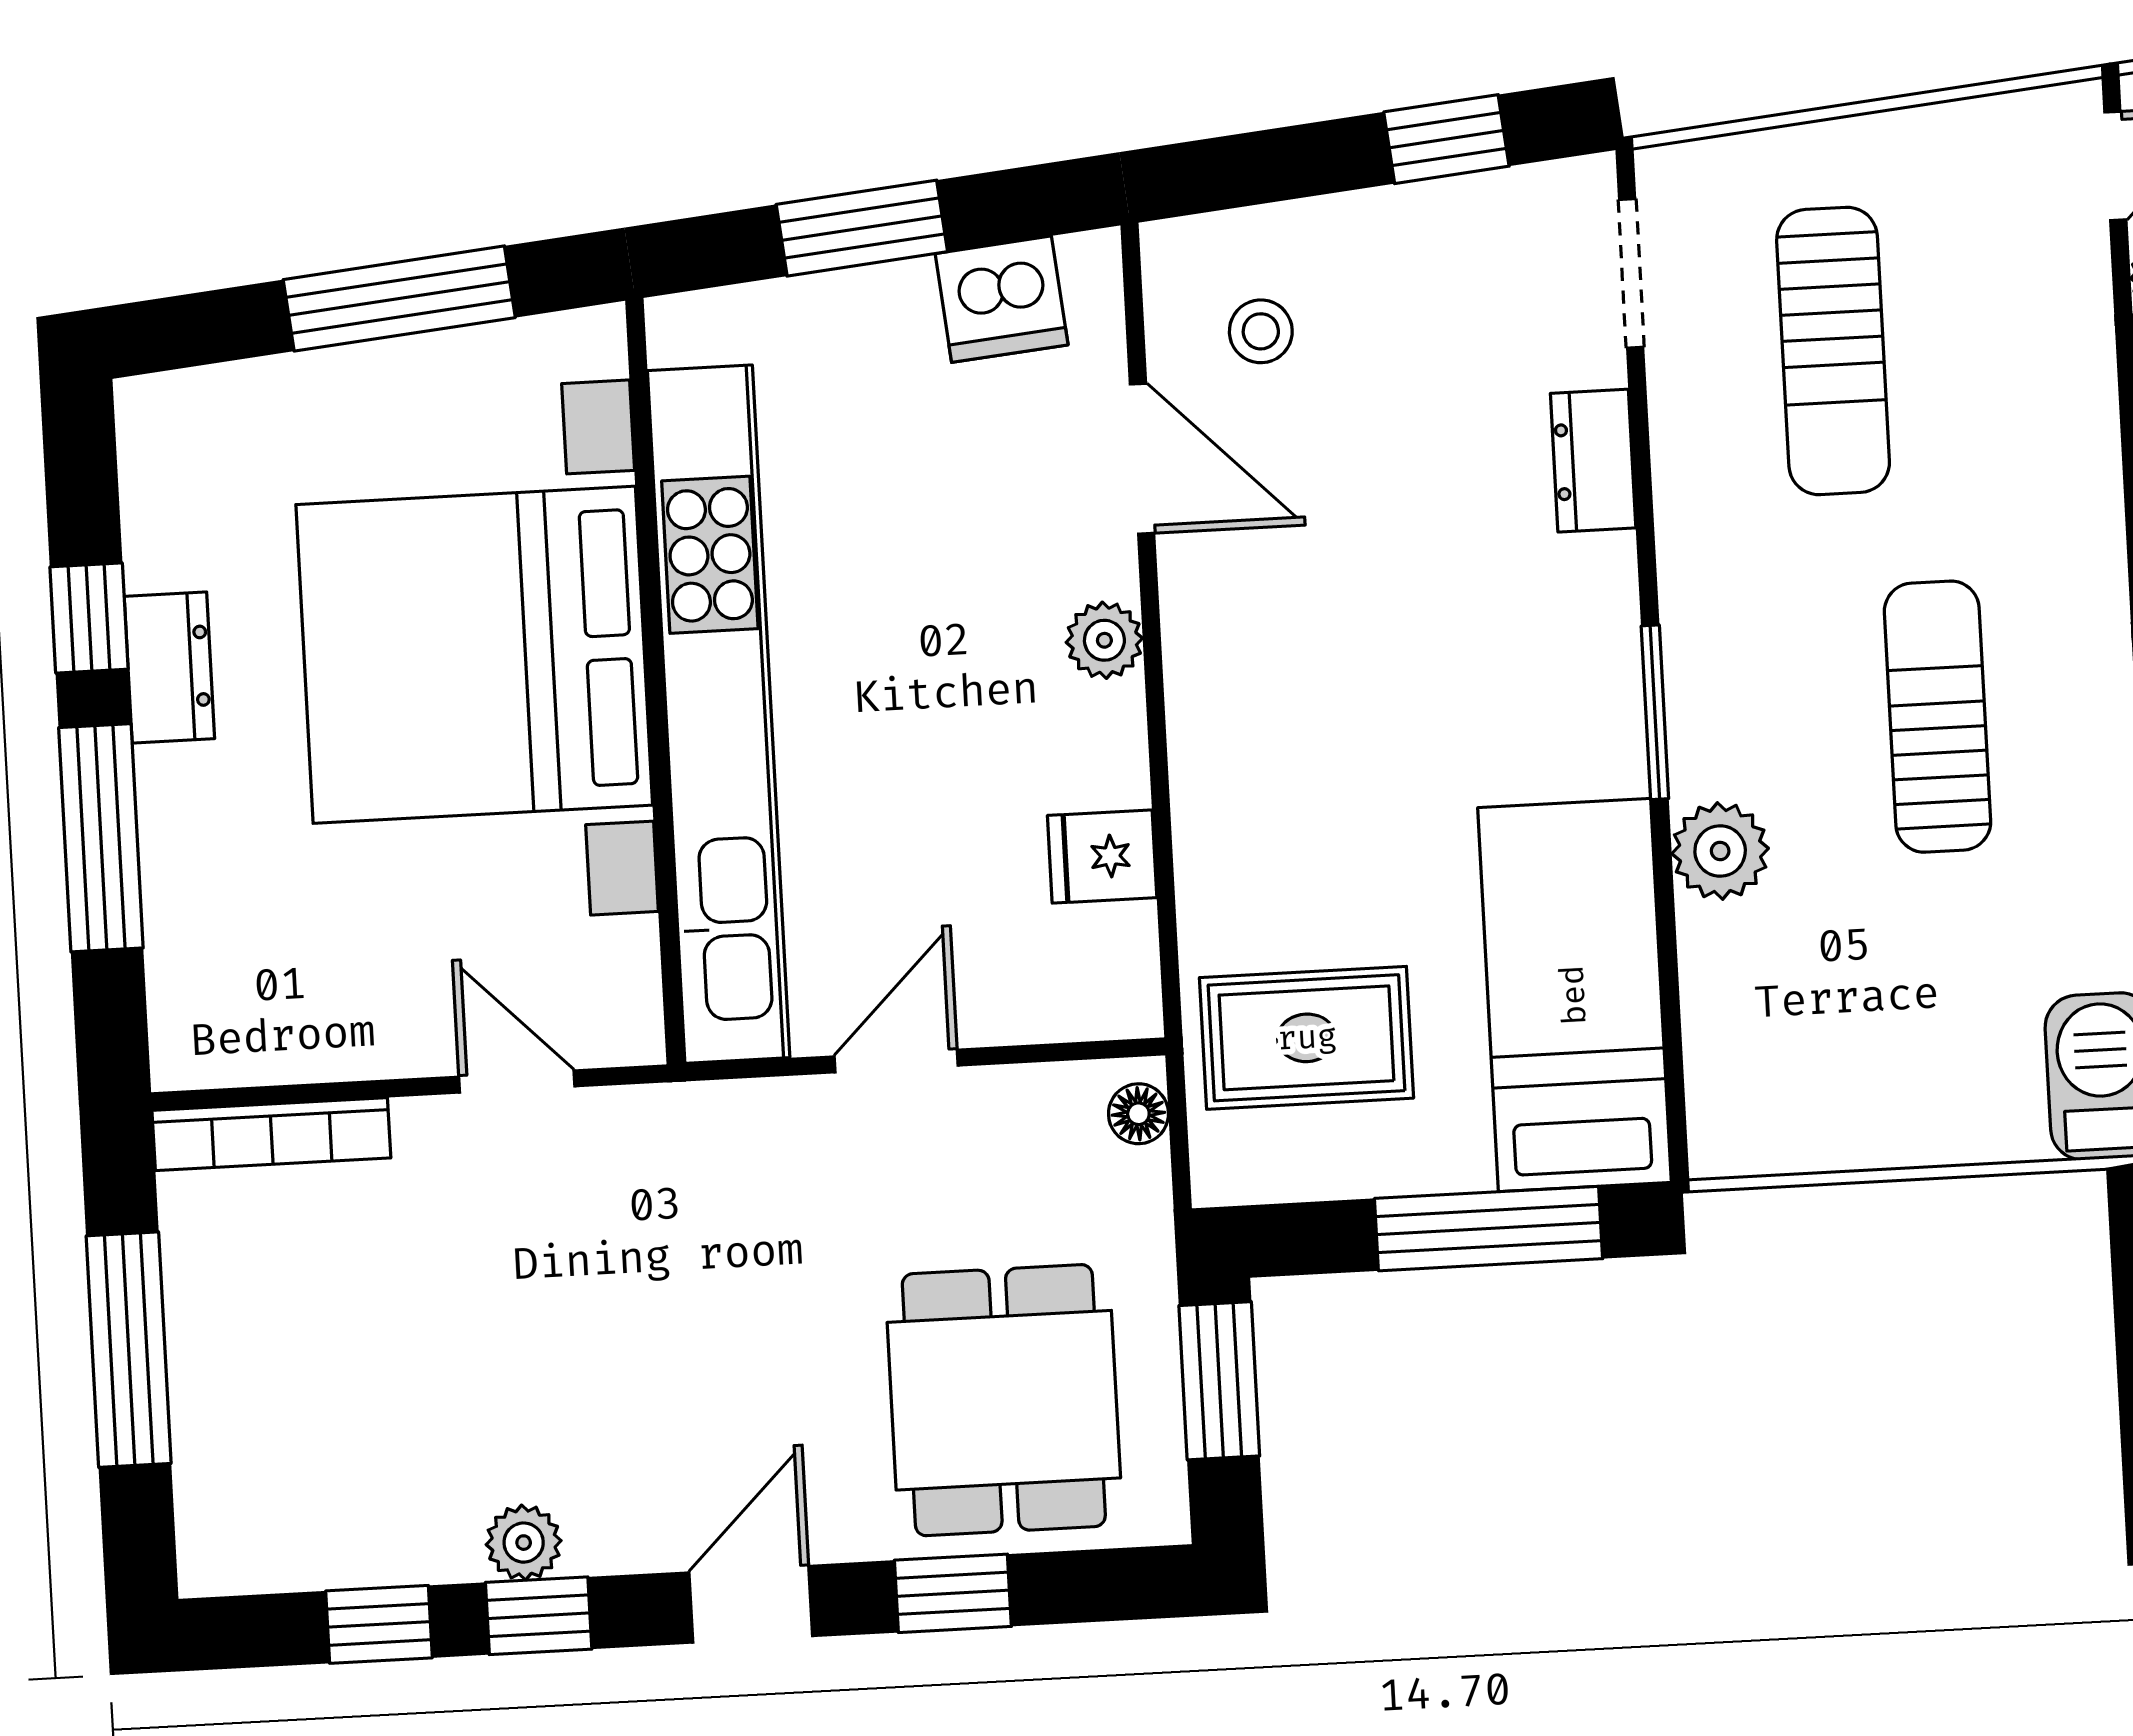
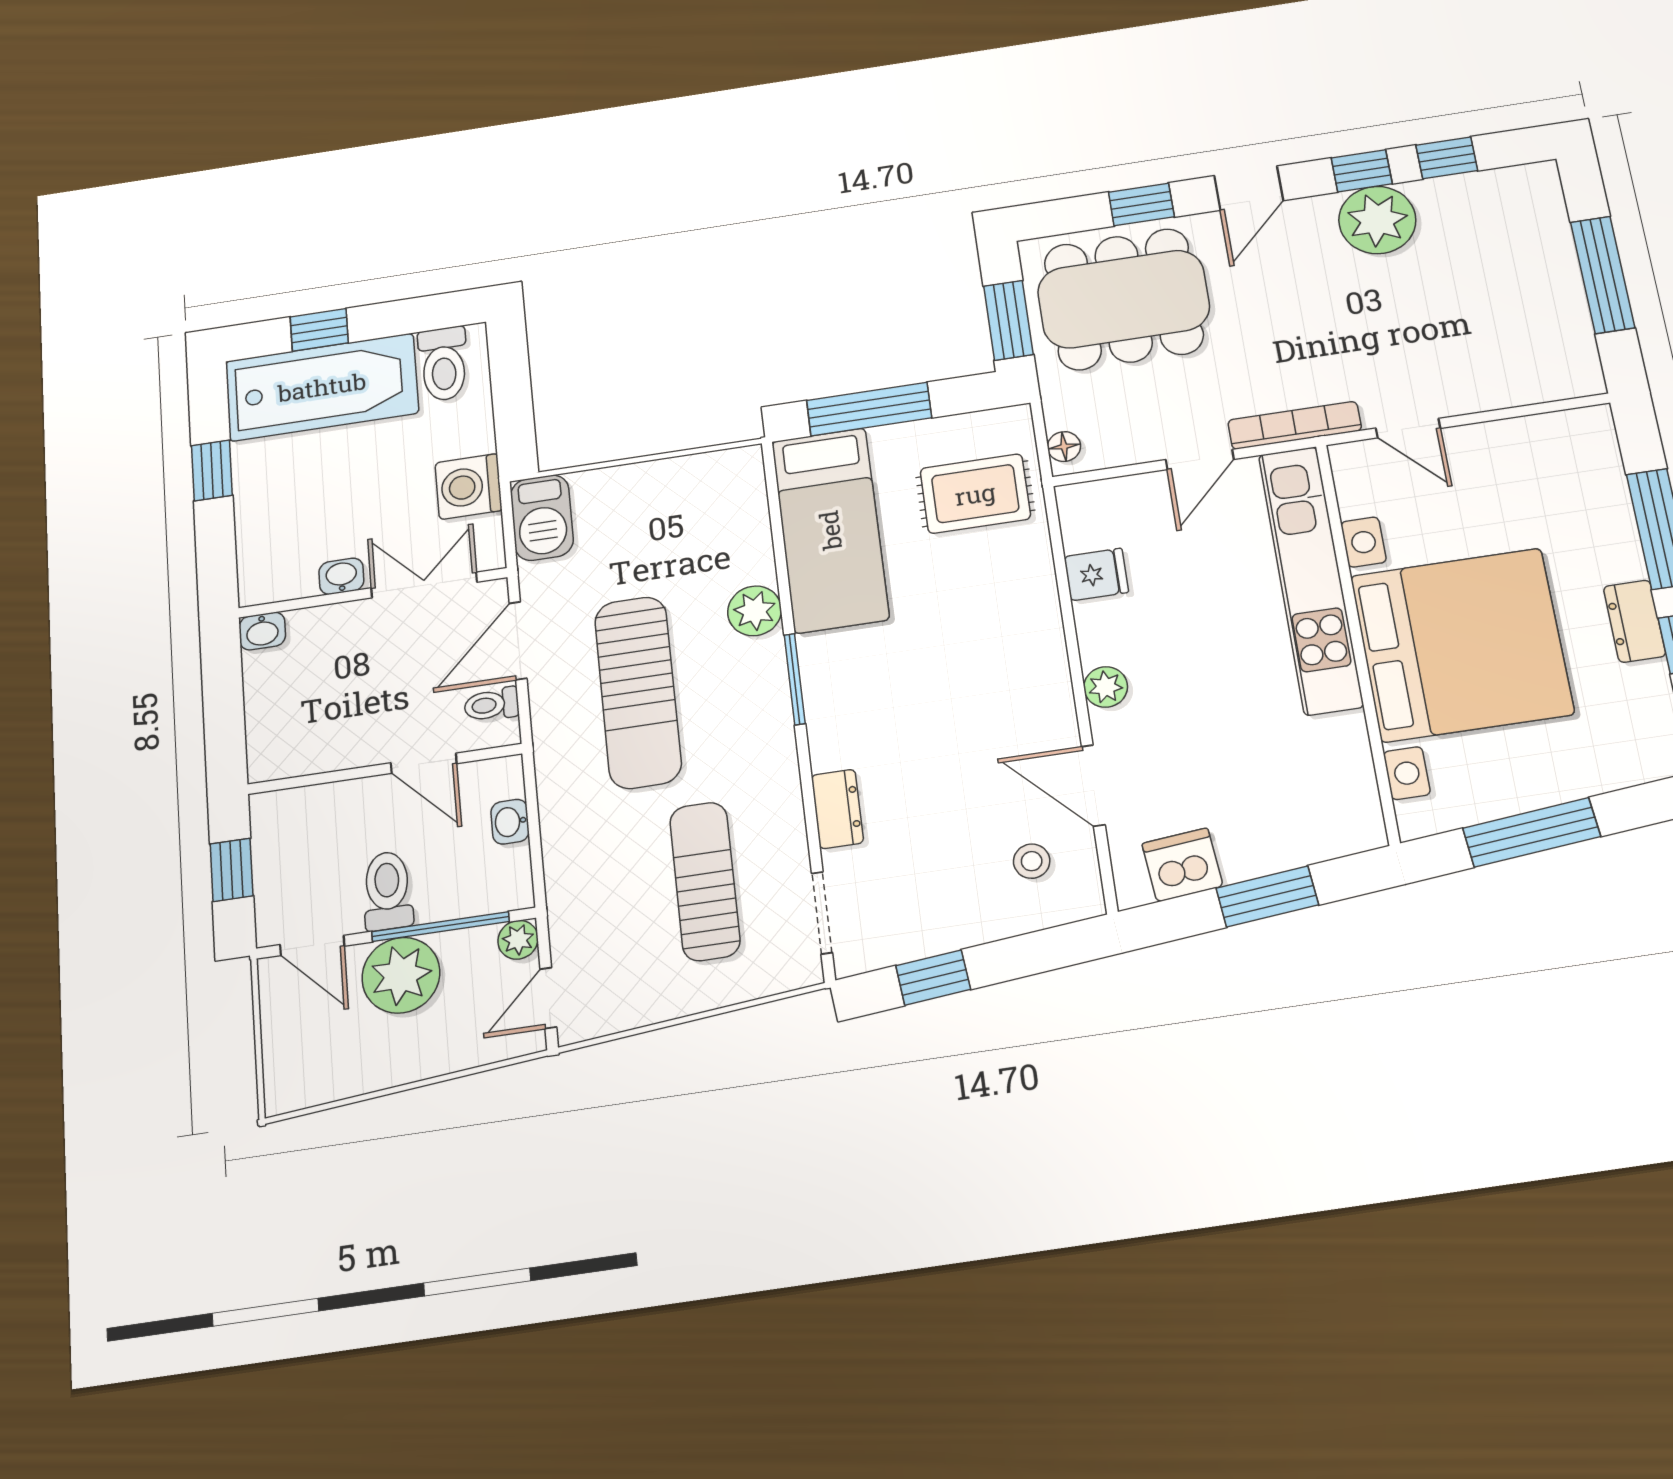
kitchen unit: (719, 714) -> (1310, 579), width x0.73
sun lounger: (1938, 717) -> (638, 692), width x1.36, depth x1.34
bookcase: (271, 1134) -> (1295, 425), moved
dining table: (1004, 1400) -> (1124, 299), width x1.38
plant: (524, 1543) -> (1377, 220), width x1.87, depth x1.87

